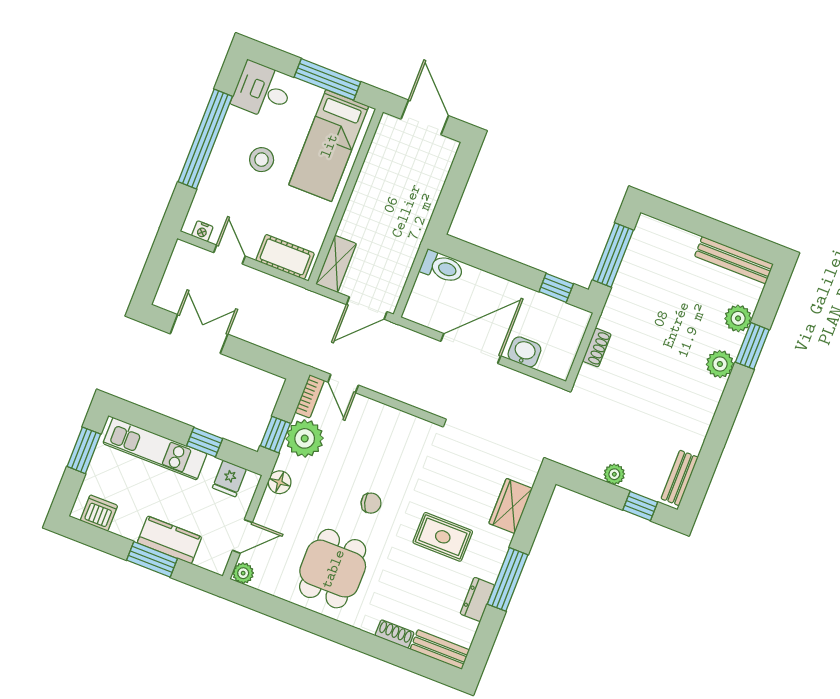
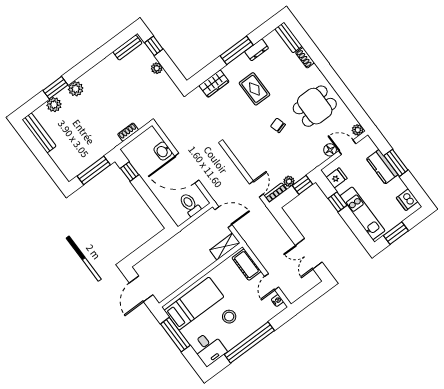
toilet: (442, 267) -> (190, 204), moved
plant: (305, 438) -> (289, 181), width x0.53, depth x0.53
floor lamp: (280, 482) -> (330, 150), moved

